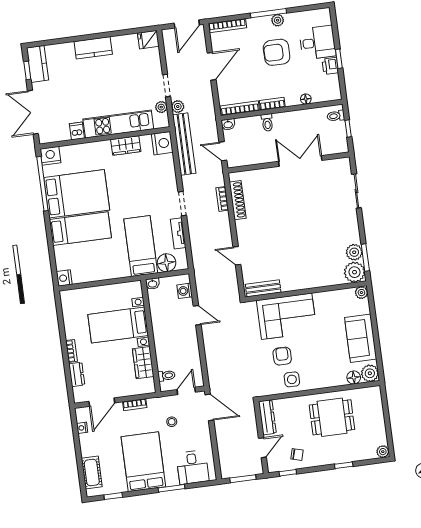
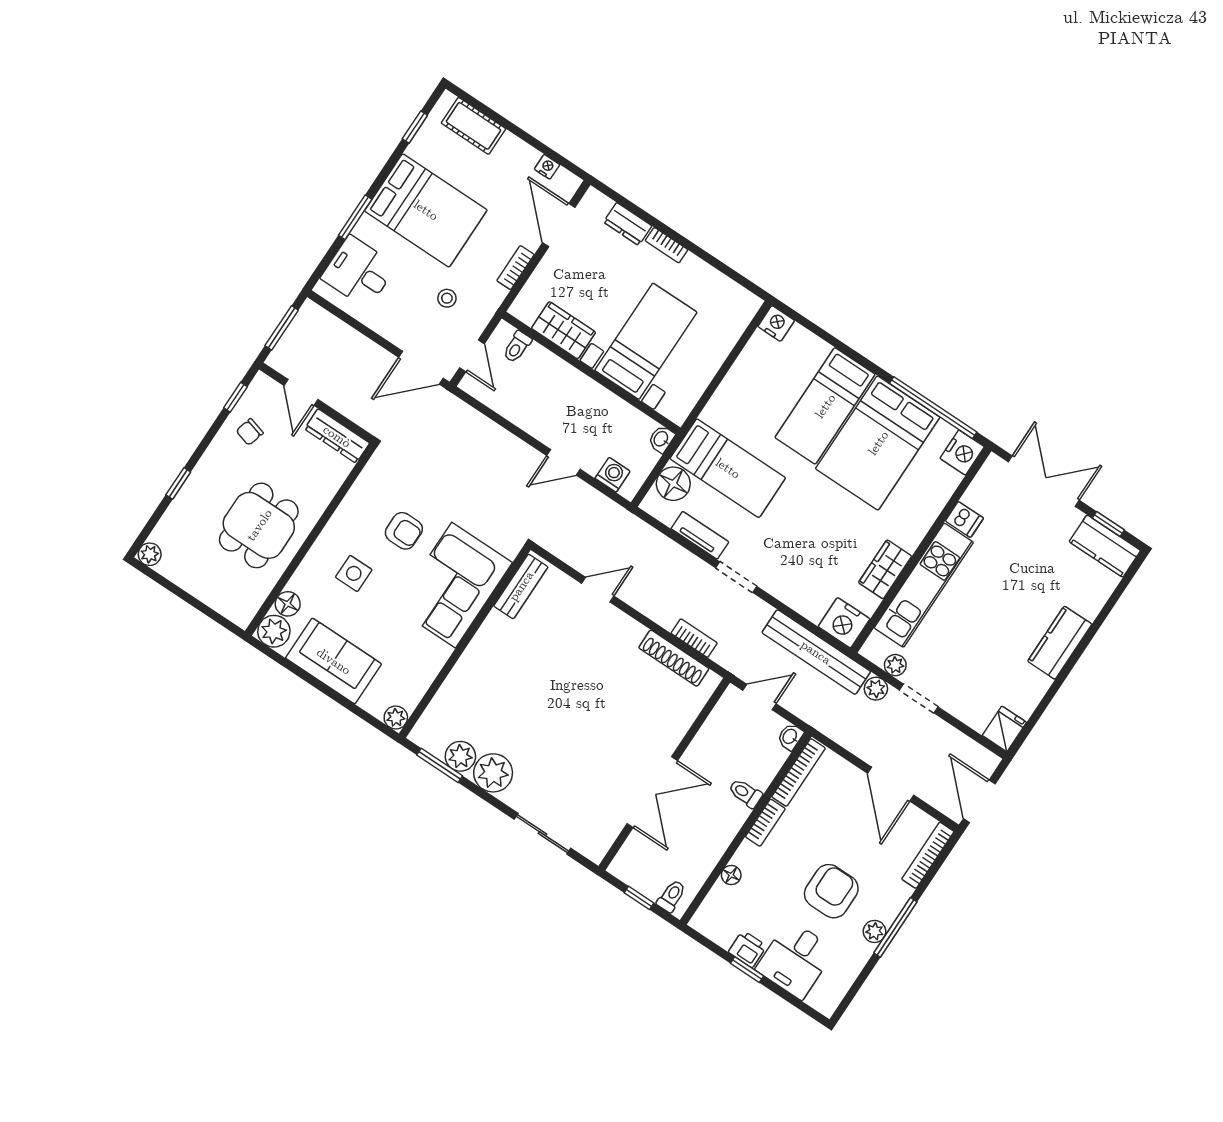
plant: (355, 272) -> (493, 773), moved
side table: (292, 379) -> (354, 573), moved

